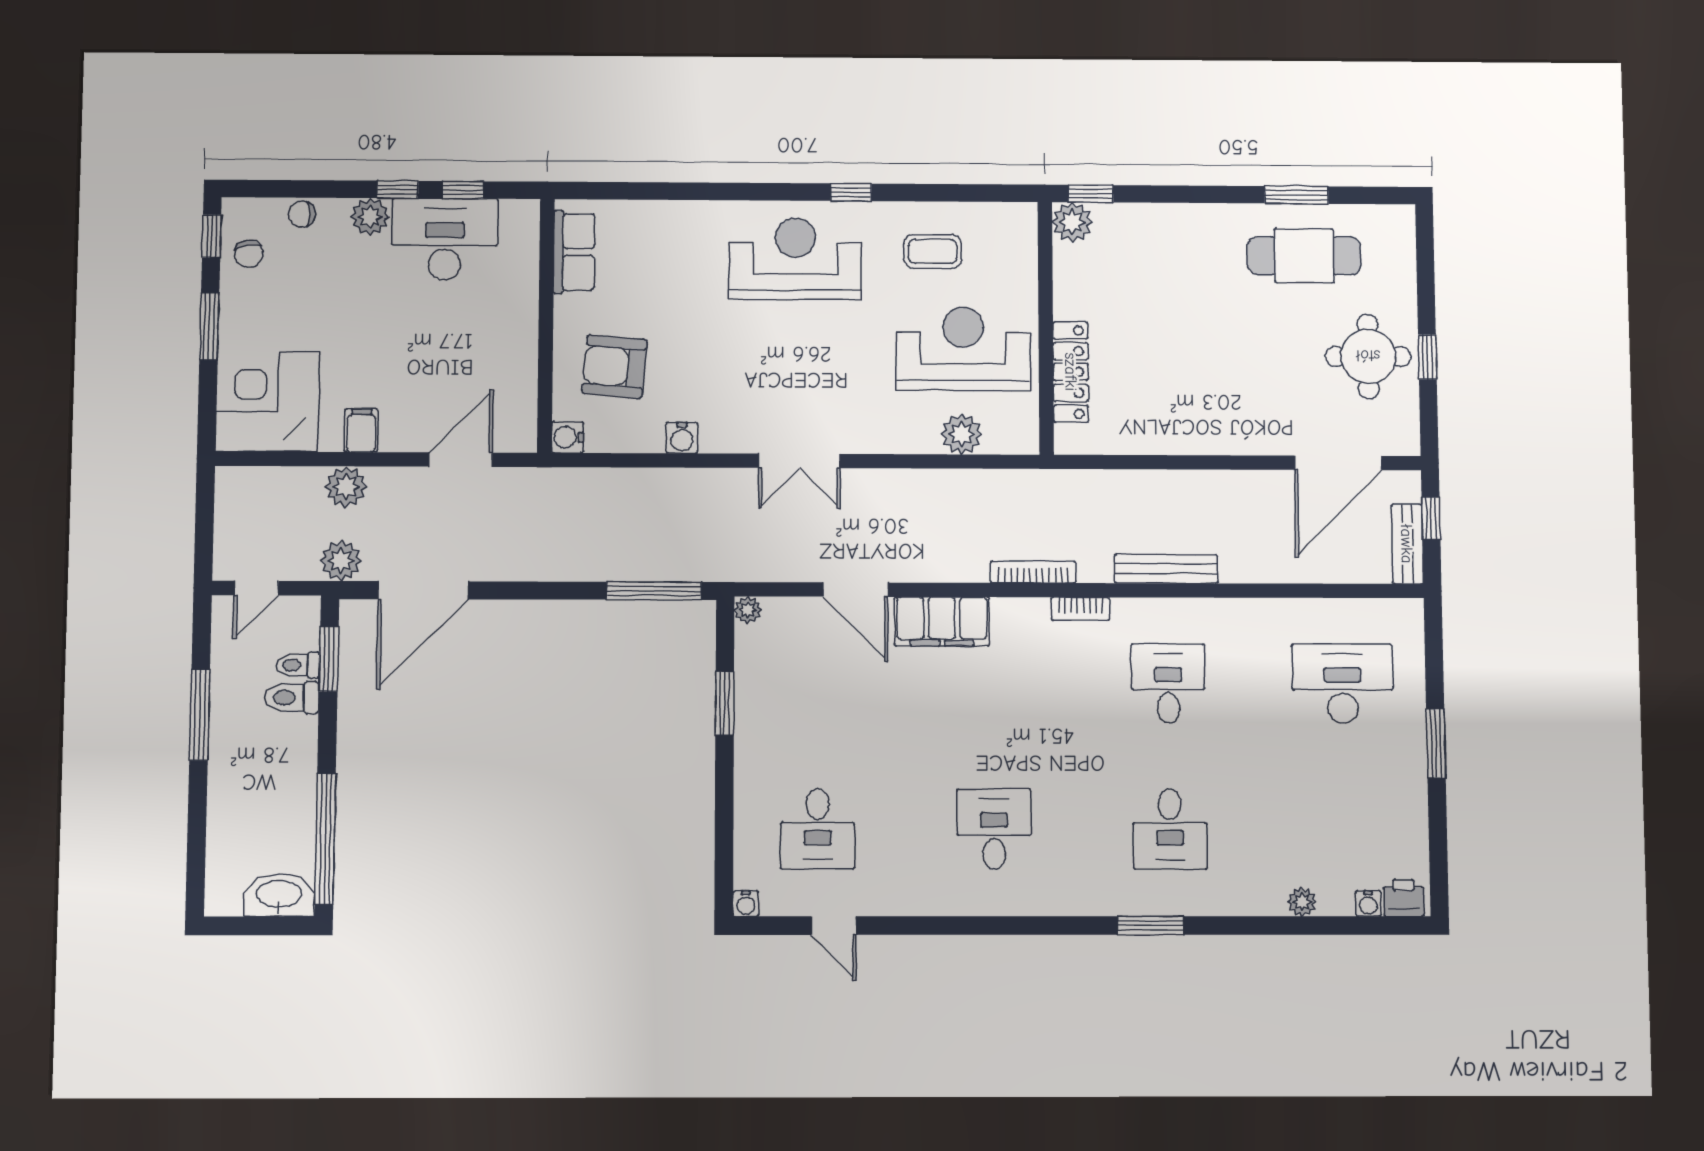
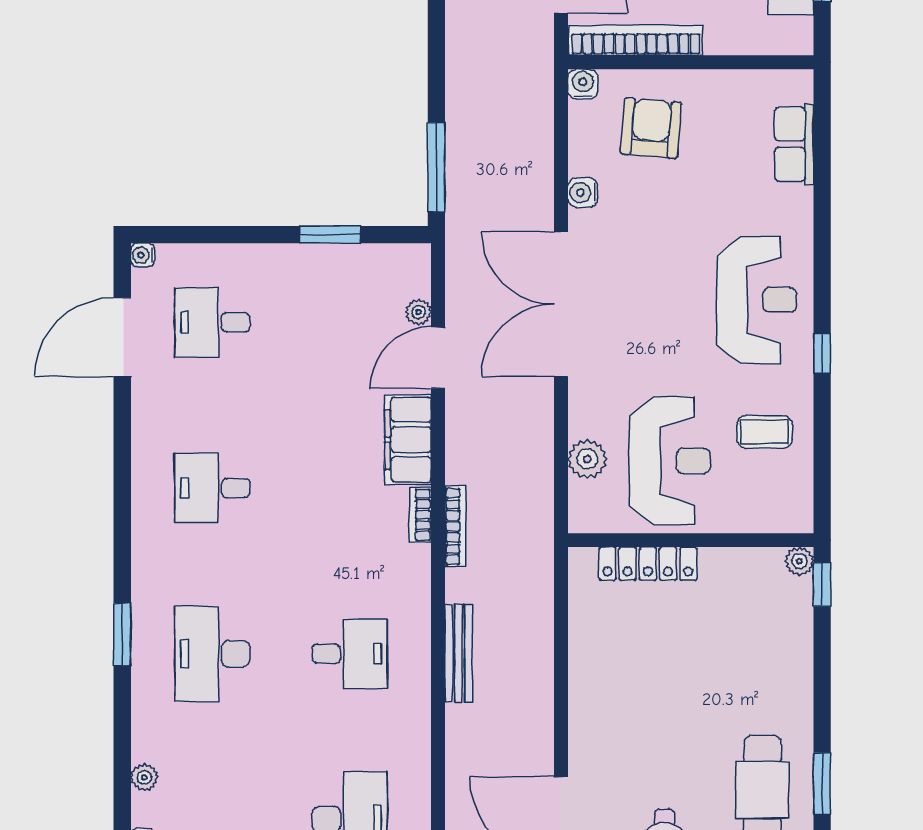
plant: (1072, 222) -> (799, 561), width x0.73, depth x0.73
coffee table: (933, 251) -> (765, 432), turned 90
row of seats: (574, 252) -> (794, 144), moved, turned 90
bookcase: (522, 382) -> (636, 40), added
double door: (799, 461) -> (561, 304), width x1.87
bookcase: (1080, 609) -> (420, 515), moved
plant: (748, 610) -> (418, 312), moved
desk: (994, 829) -> (212, 488), turned 180
desk: (1170, 829) -> (212, 654), width x1.37
door: (833, 926) -> (122, 337), width x1.87

